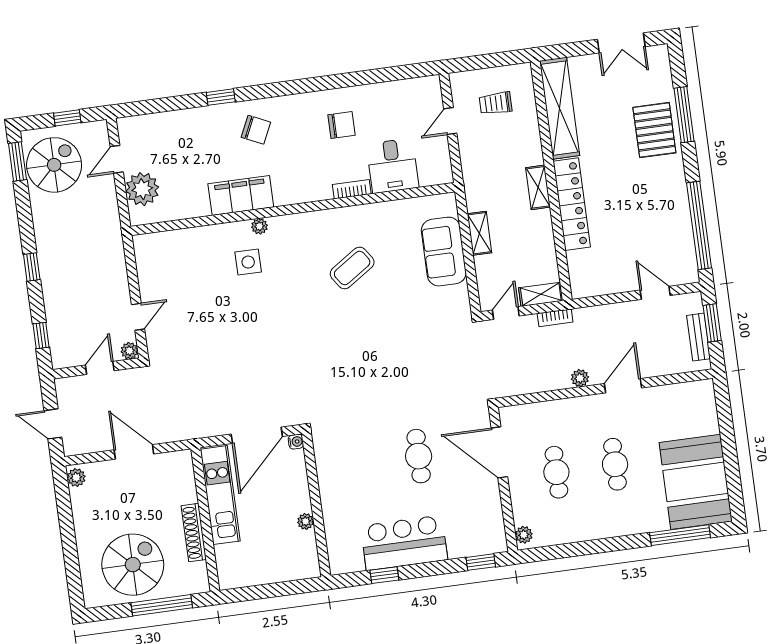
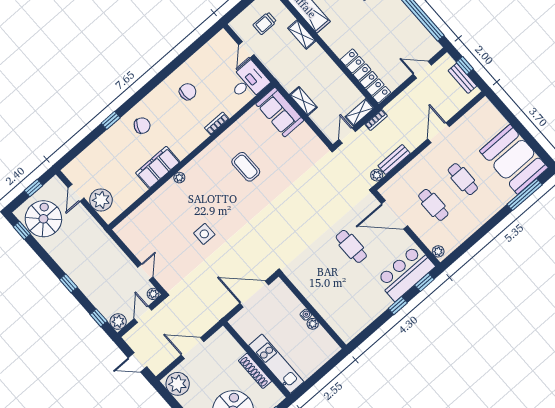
window: (17, 162) -> (22, 230), width x0.67
desk: (393, 166) -> (248, 82), moved, turned -90
shelving: (538, 187) -> (302, 35), moved
locker: (572, 204) -> (365, 76), moved
sofa: (444, 252) -> (280, 112), moved
side table: (248, 262) -> (204, 234), moved
coffee table: (352, 268) -> (246, 167), turned -56
window: (712, 323) -> (465, 65), width x0.67
plant: (63, 356) -> (118, 322), added
plant: (580, 378) -> (377, 175), moved
bench: (545, 382) -> (394, 159), added
door: (257, 435) -> (254, 294), swing flipped
water cooler: (296, 442) -> (306, 315), moved
plant: (76, 477) -> (178, 384), width x1.88, depth x1.88
kitchen unit: (220, 495) -> (276, 364), moved
bar counter: (404, 543) -> (405, 273), moved
window: (384, 575) -> (398, 306), moved

